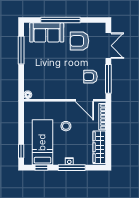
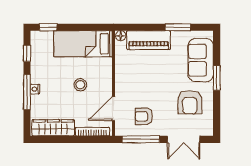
window: (61, 20) -> (217, 78), width x0.47
armchair: (79, 41) -> (190, 102), turned 180
window: (21, 50) -> (178, 27), width x0.69
piano: (31, 73) -> (149, 40), added
armchair: (90, 77) -> (144, 116), turned -90
bed: (42, 142) -> (83, 44), moved, turned 180

